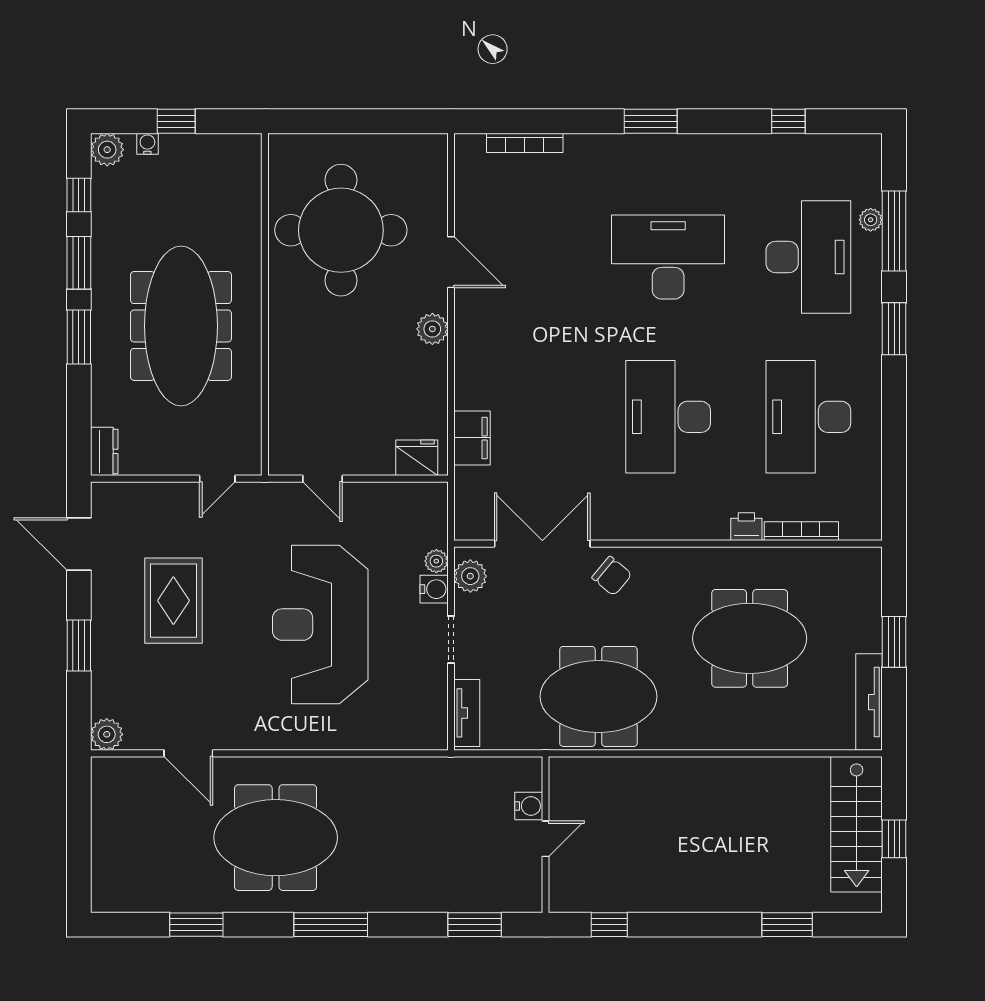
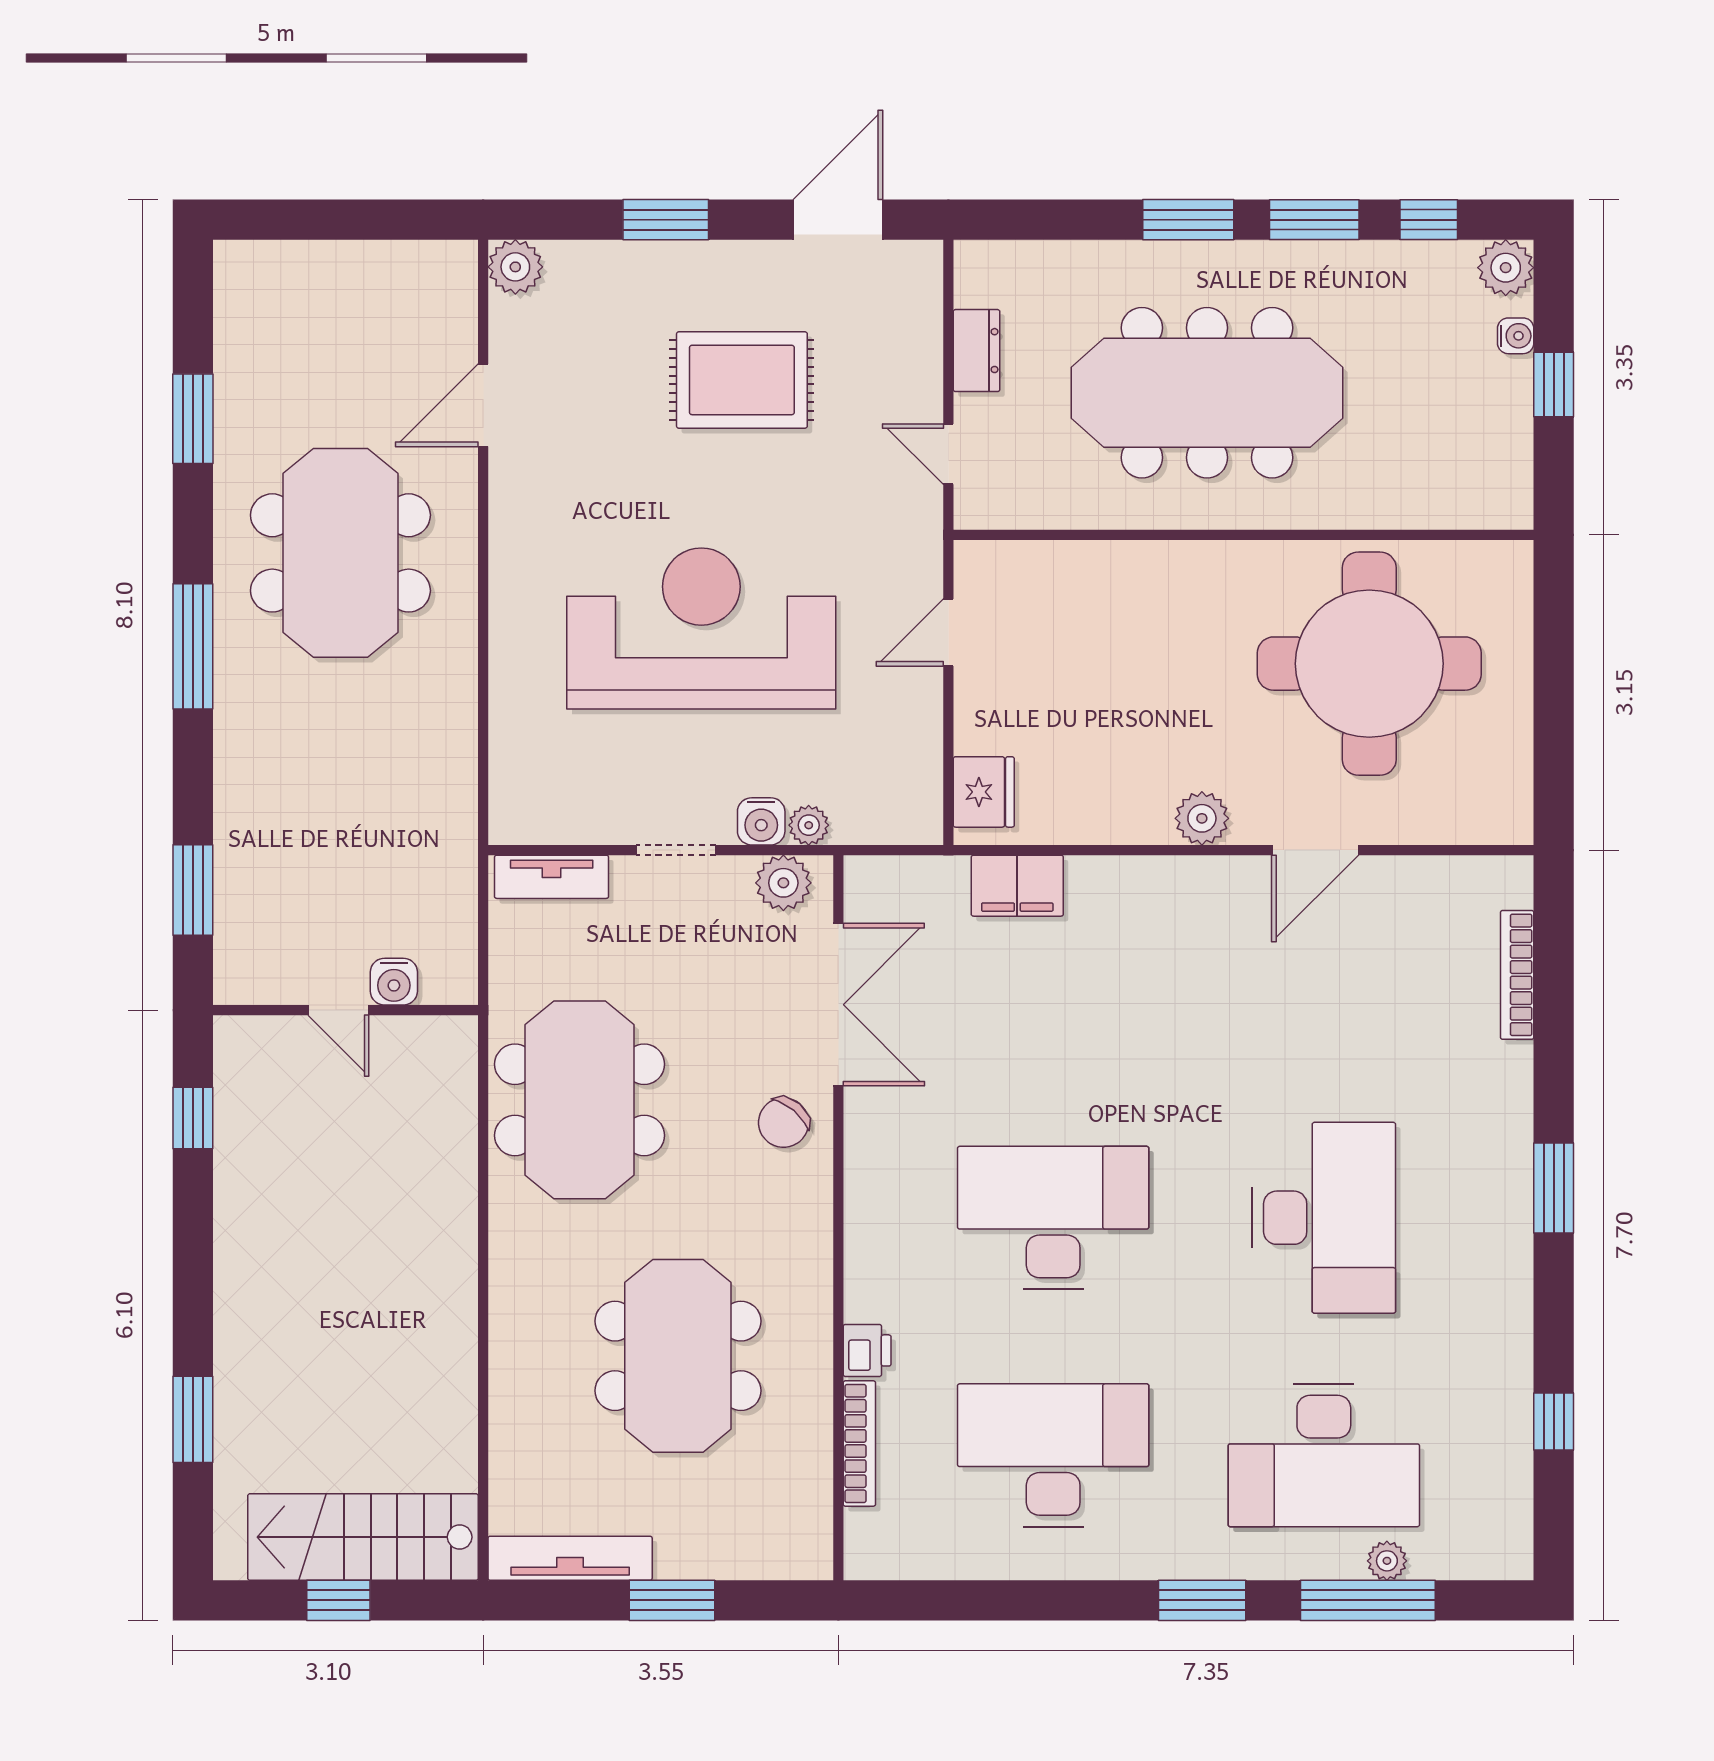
dresser: (104, 451) -> (976, 351), moved, turned -90

